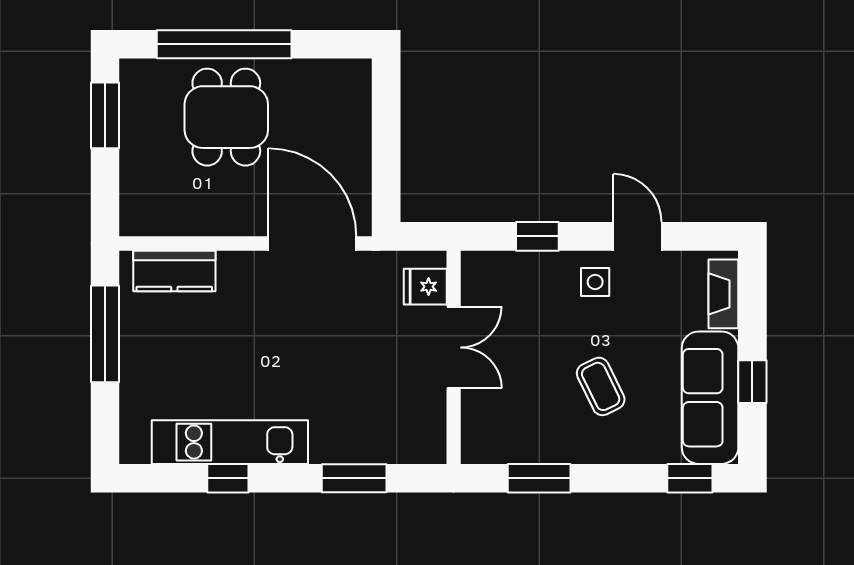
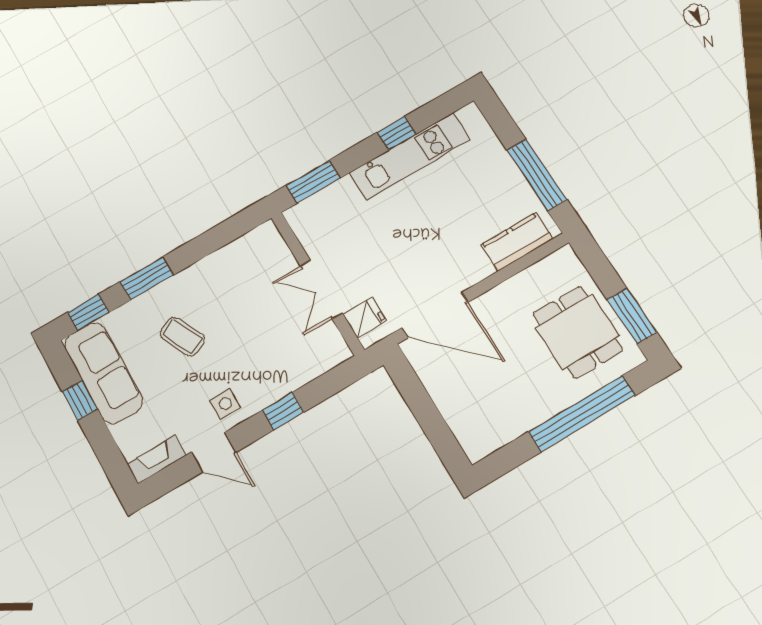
dining table: (226, 117) -> (578, 332), moved
fridge: (425, 287) -> (365, 318), moved
fireplace: (723, 294) -> (156, 459), moved, turned -90
double door: (454, 347) -> (321, 289), moved
wall: (454, 357) -> (317, 283), moved
window: (539, 478) -> (147, 278), moved

